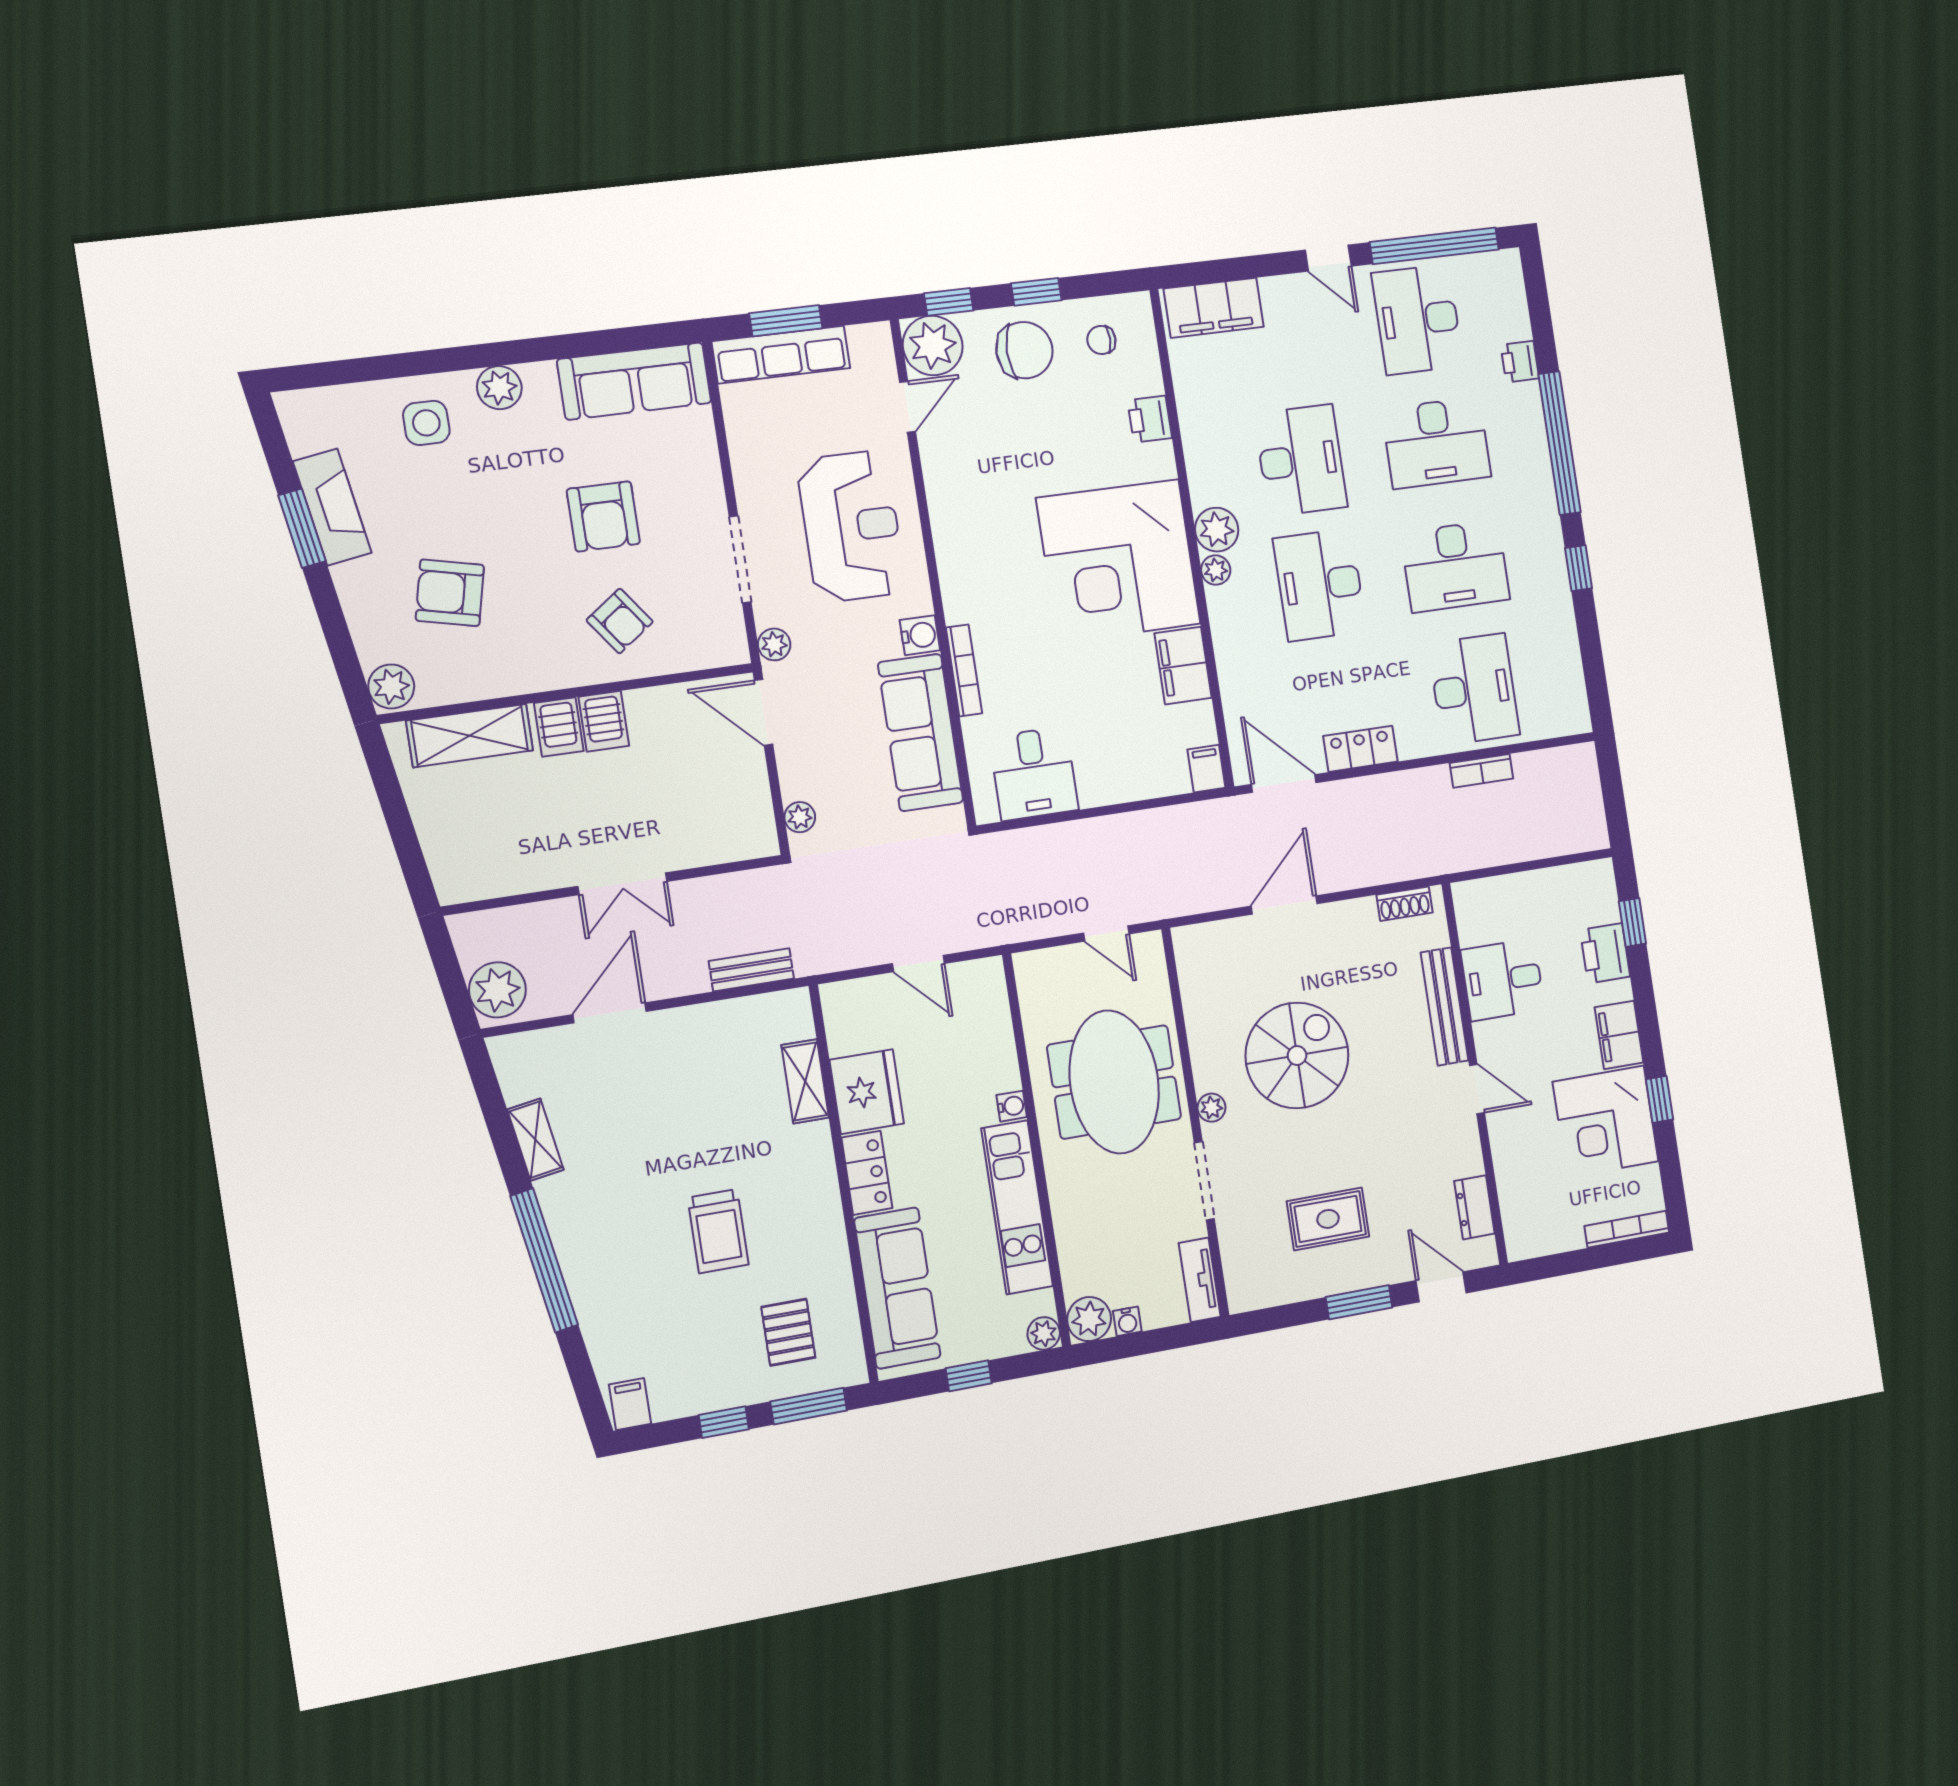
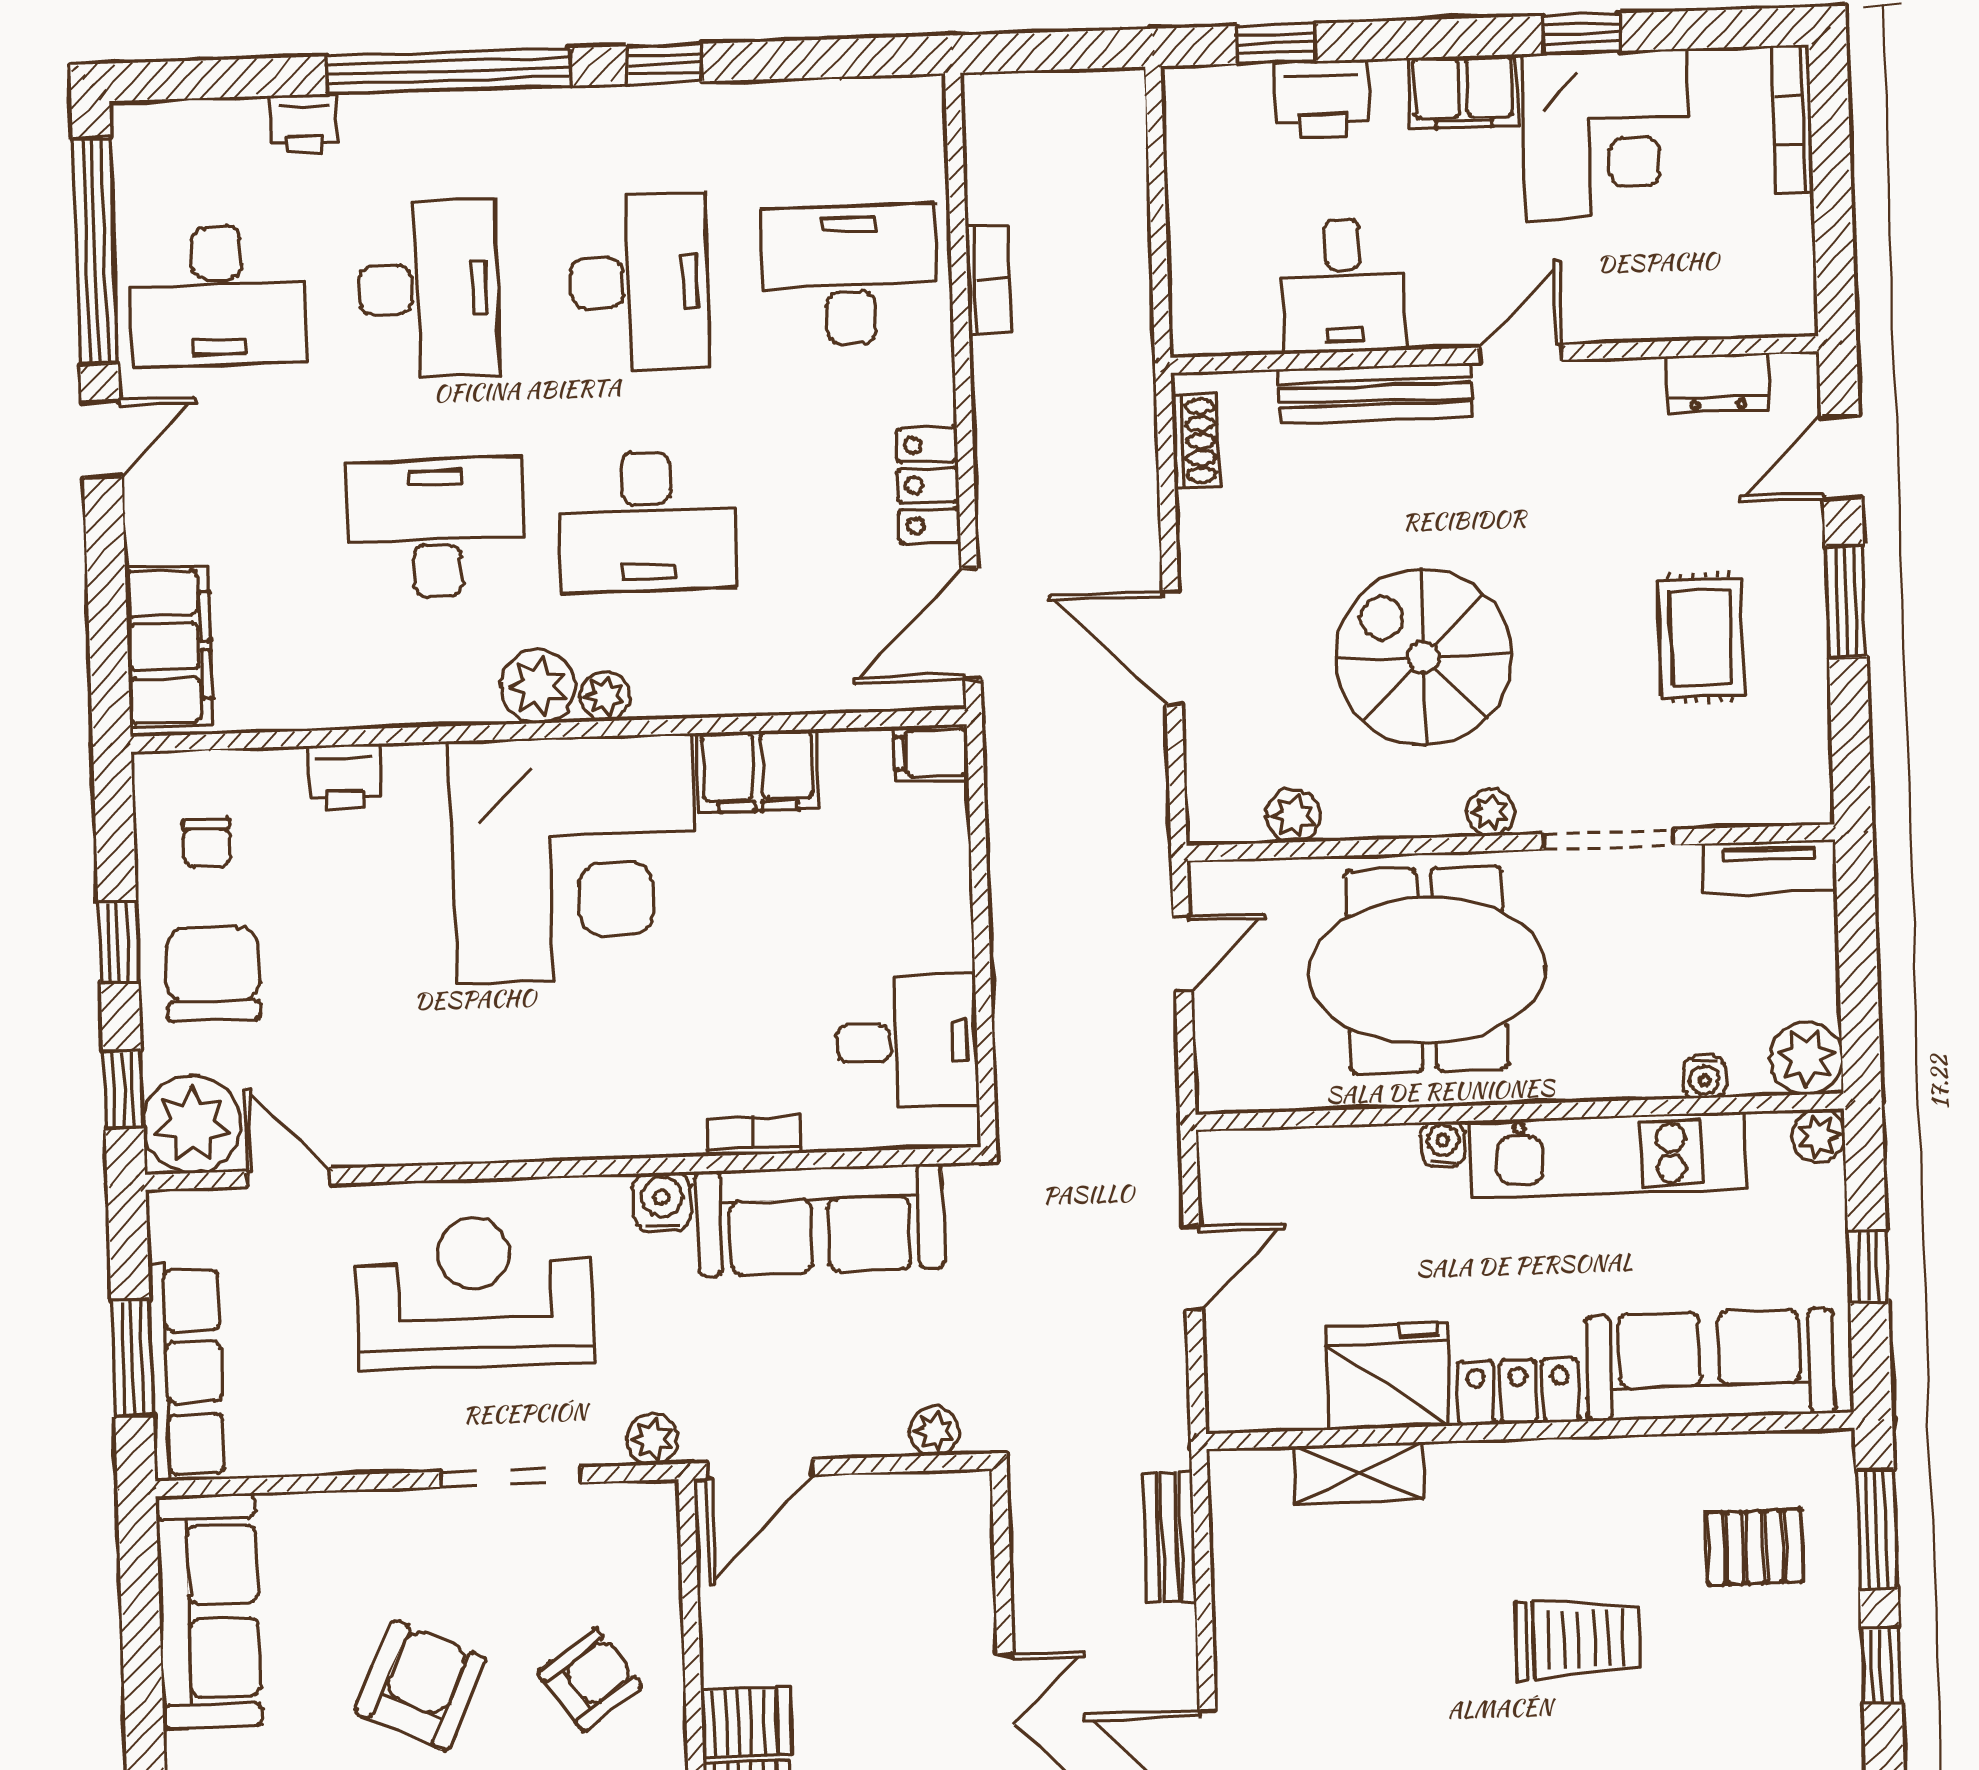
armchair: (603, 516) -> (421, 1685), turned -65
bookcase: (964, 671) -> (753, 1136), width x0.64
plant: (1195, 990) -> (1294, 816), added
water cooler: (1127, 1321) -> (1705, 1077), moved, turned 90

